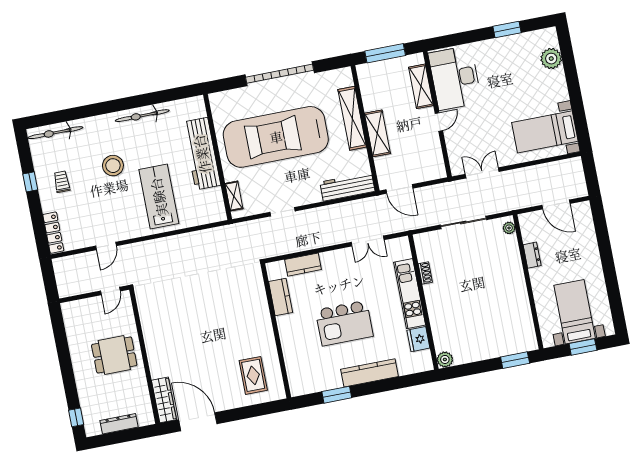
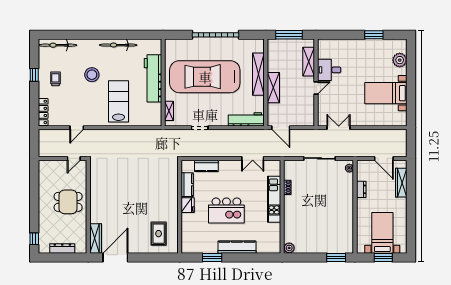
desk: (455, 78) -> (329, 70), width x0.53, depth x0.77
bed with nightstands: (545, 132) -> (386, 93), moved
wardrobe: (588, 234) -> (401, 183), added
fridge: (418, 339) -> (188, 205), moved, turned 180
door: (198, 422) -> (115, 257), hinge flipped

